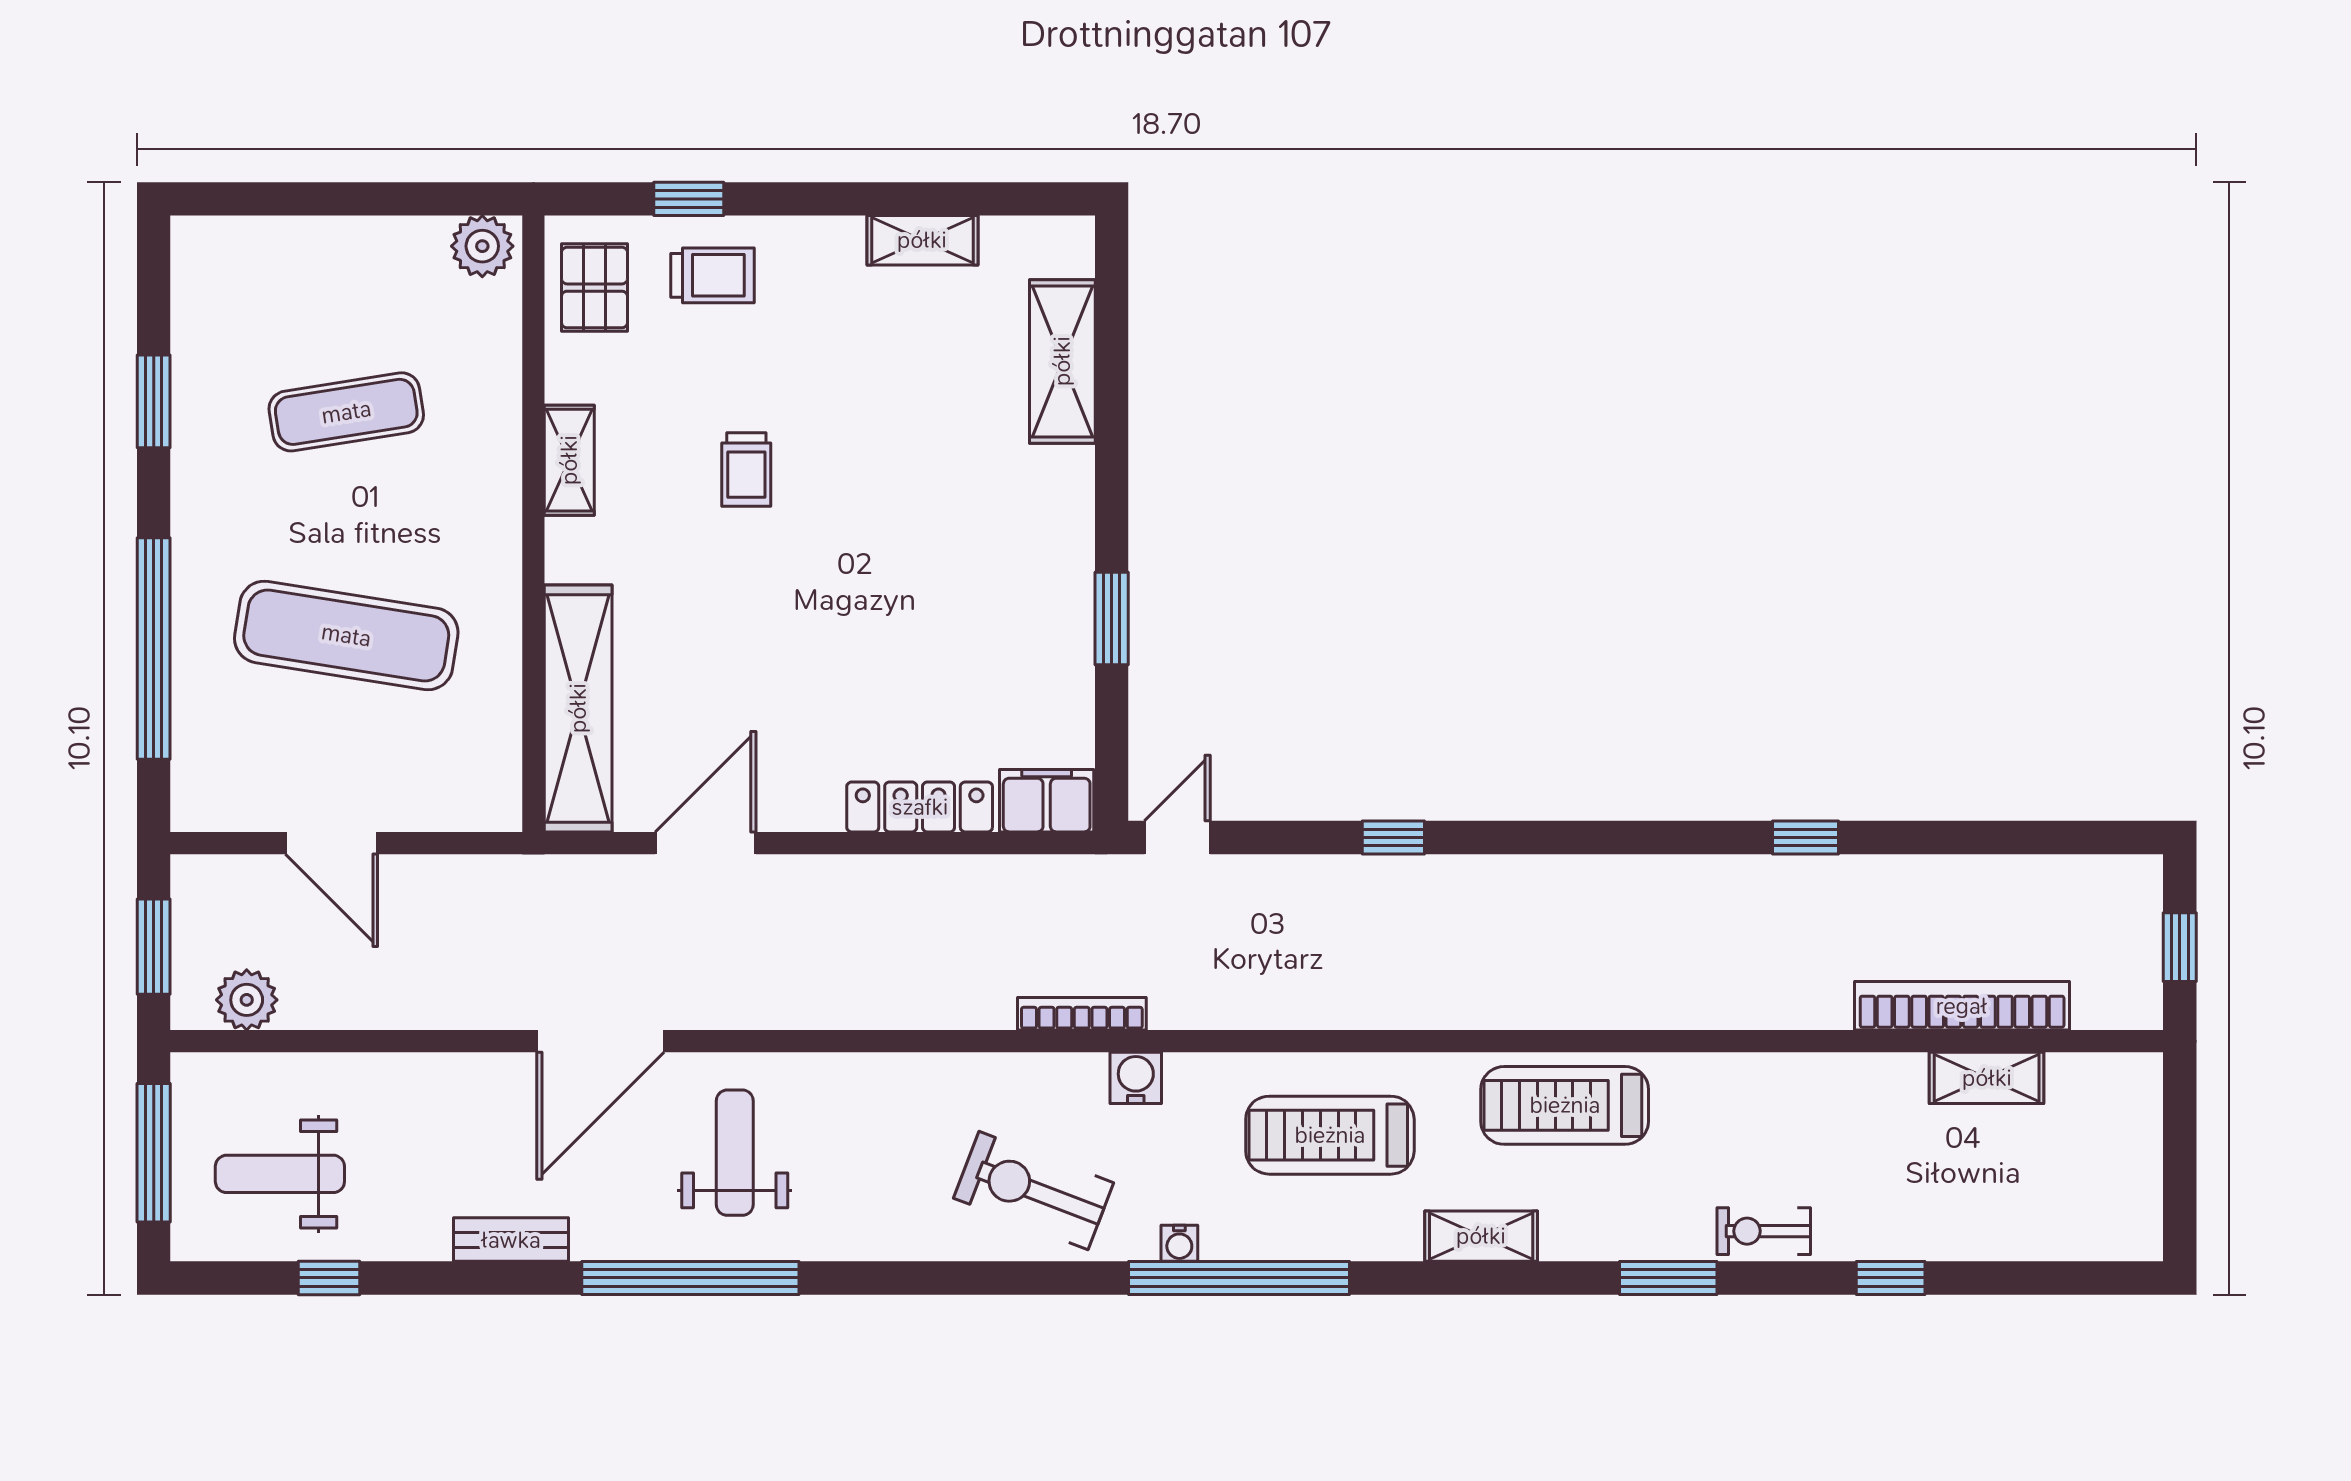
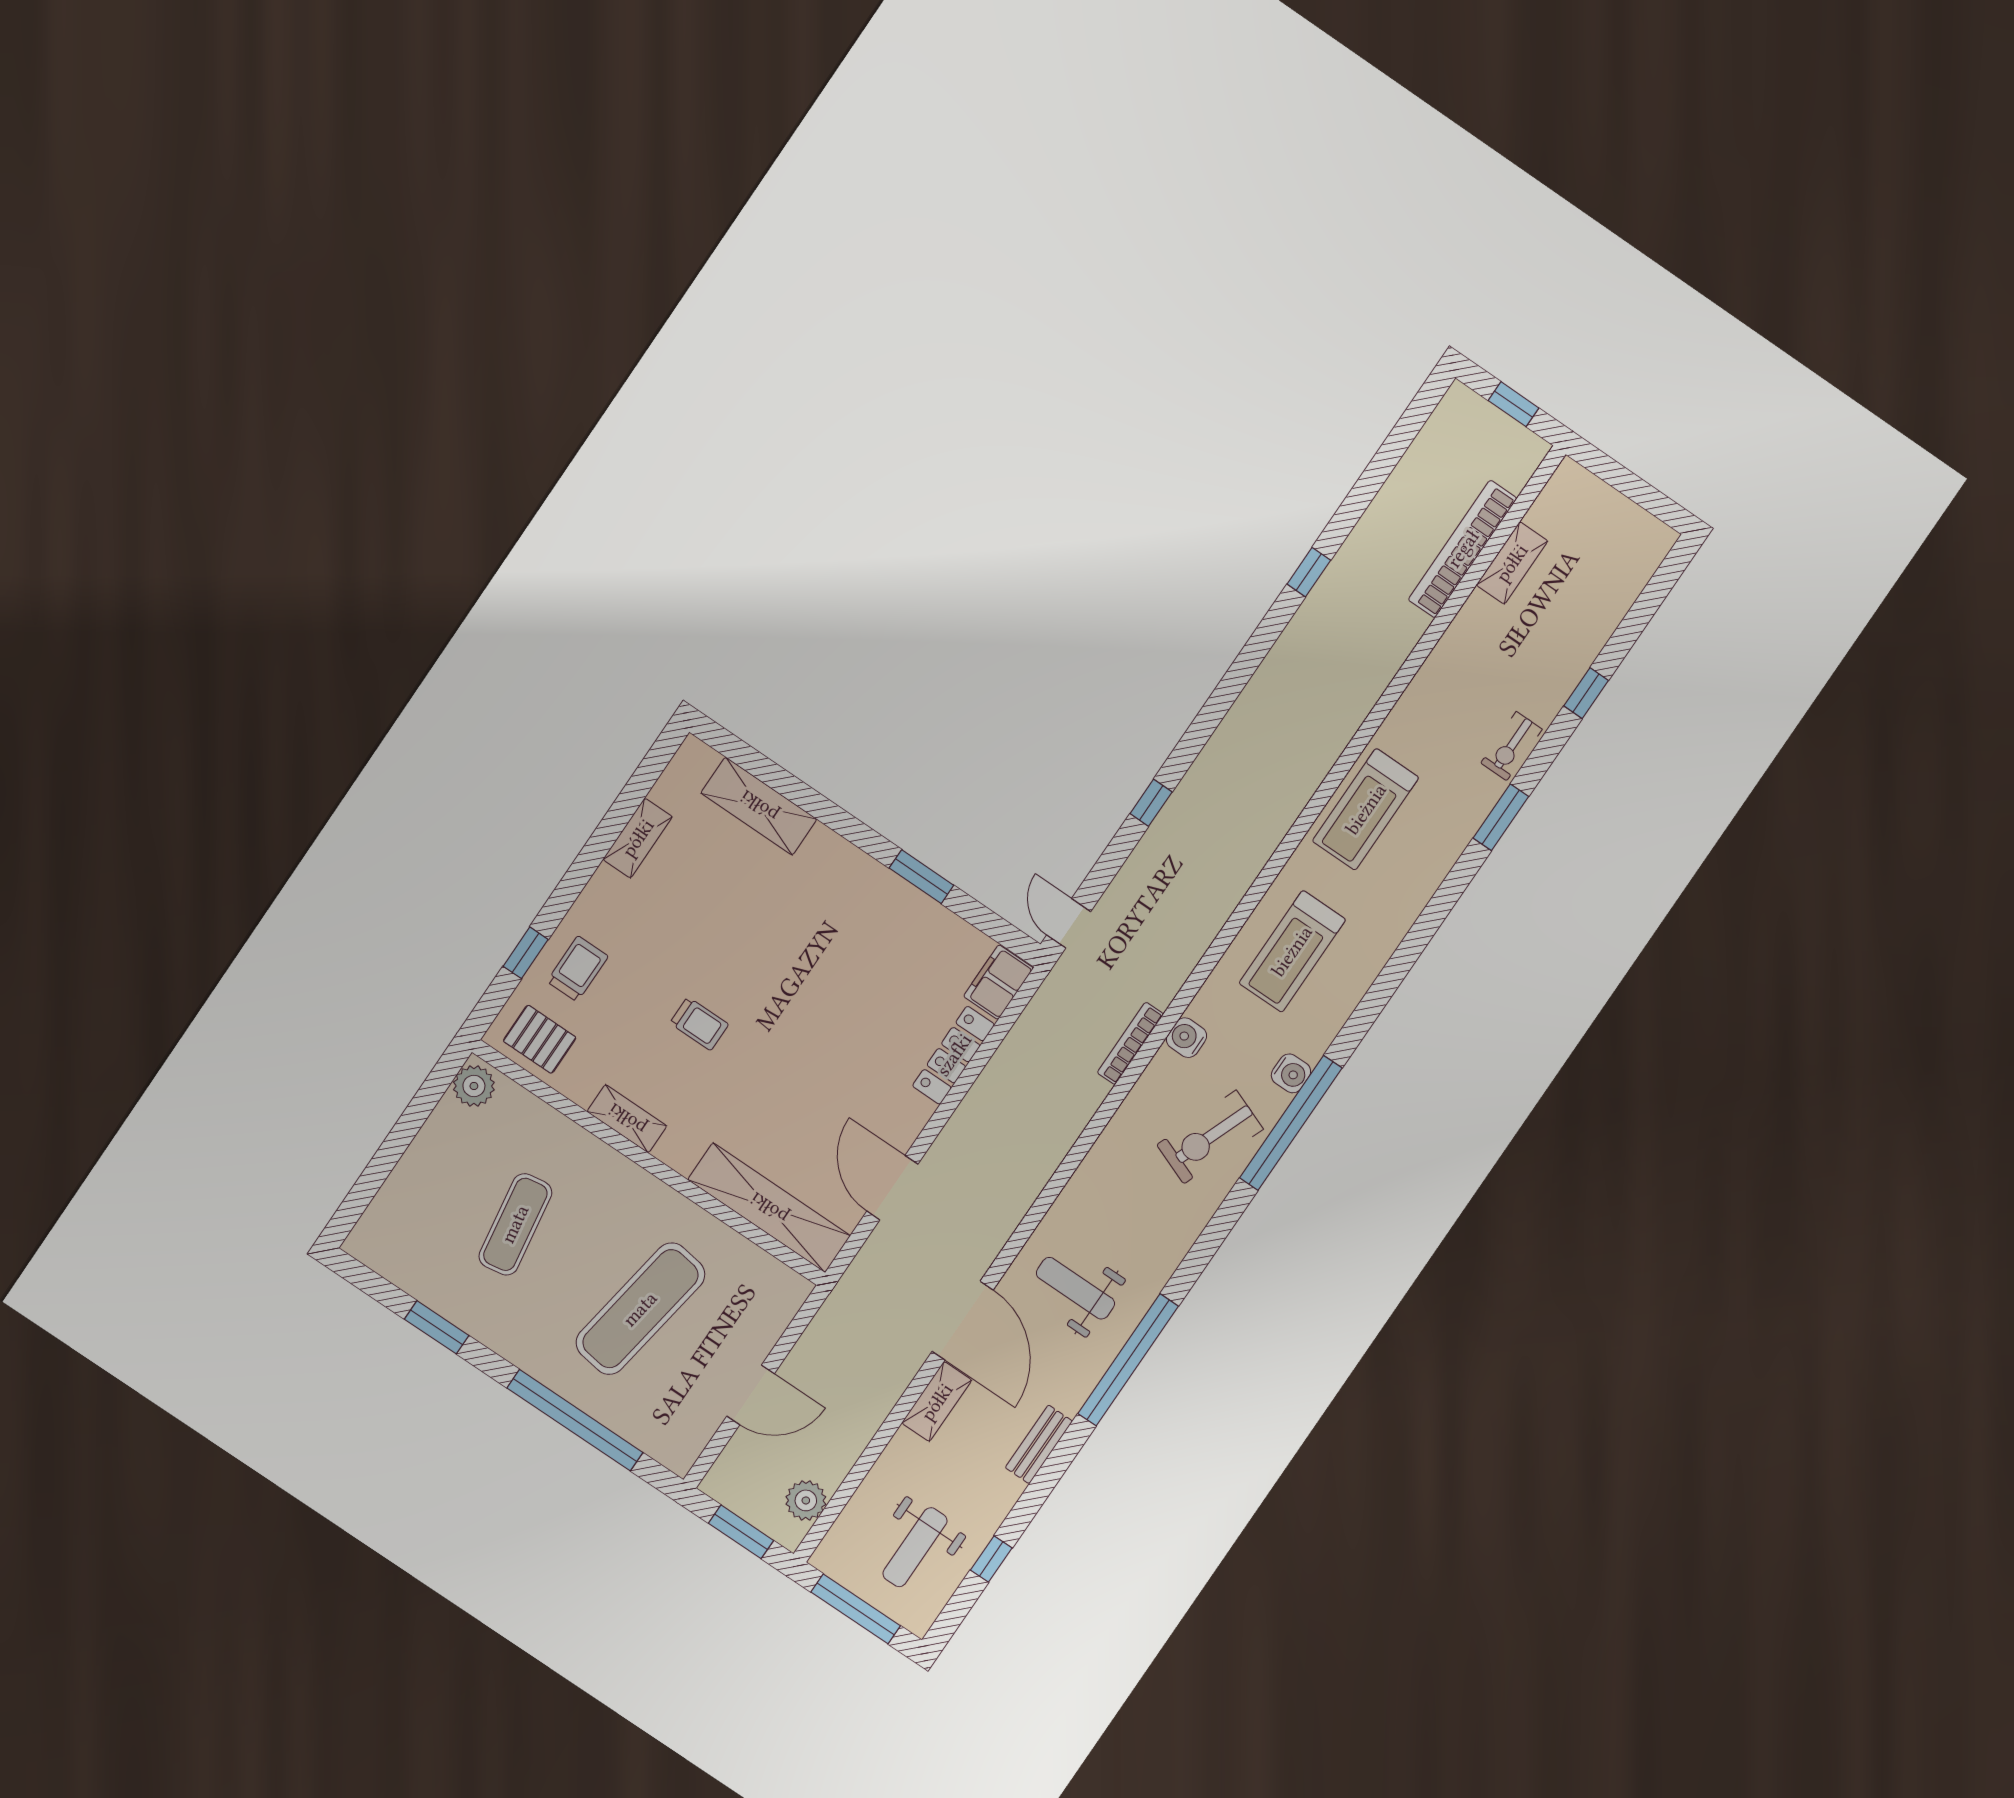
shelving: (1481, 1236) -> (937, 1402), moved
water cooler: (1179, 1243) -> (1291, 1073), width x1.38, depth x1.38
window: (1239, 1278) -> (1291, 1123), moved

